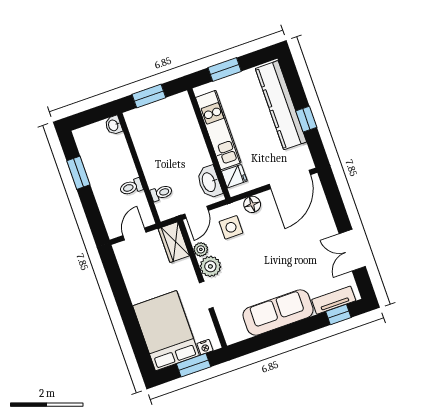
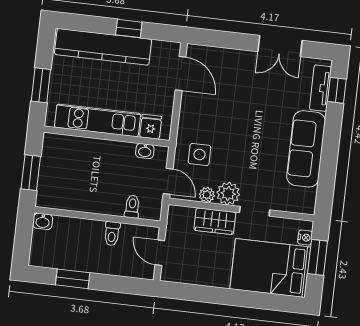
door: (290, 179) -> (181, 74), width x0.73
washbasin: (209, 182) -> (145, 151), width x0.52, depth x0.69
floor lamp: (252, 204) -> (187, 123), removed
wardrobe: (174, 242) -> (215, 221), moved

